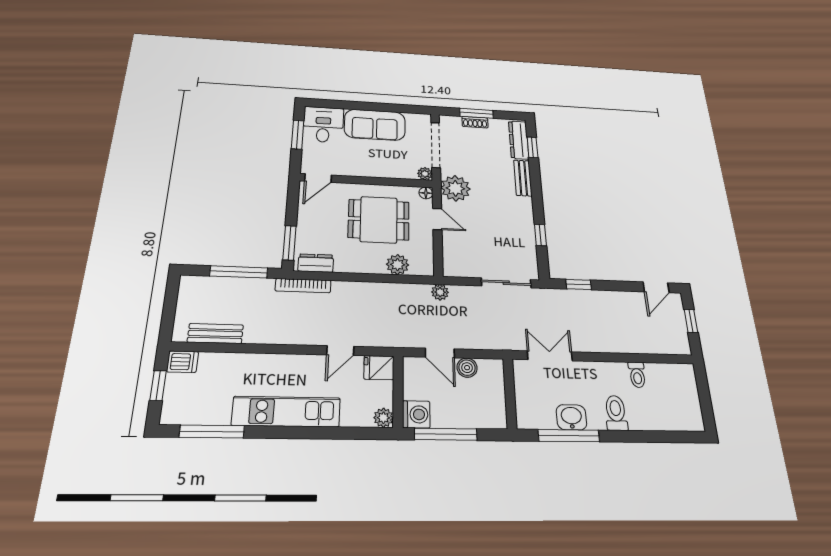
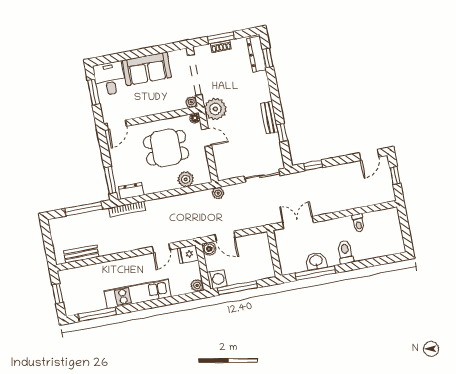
bench: (523, 178) -> (269, 118), moved
dishwasher: (182, 362) -> (67, 276), removed
boiler: (467, 368) -> (209, 249), moved

